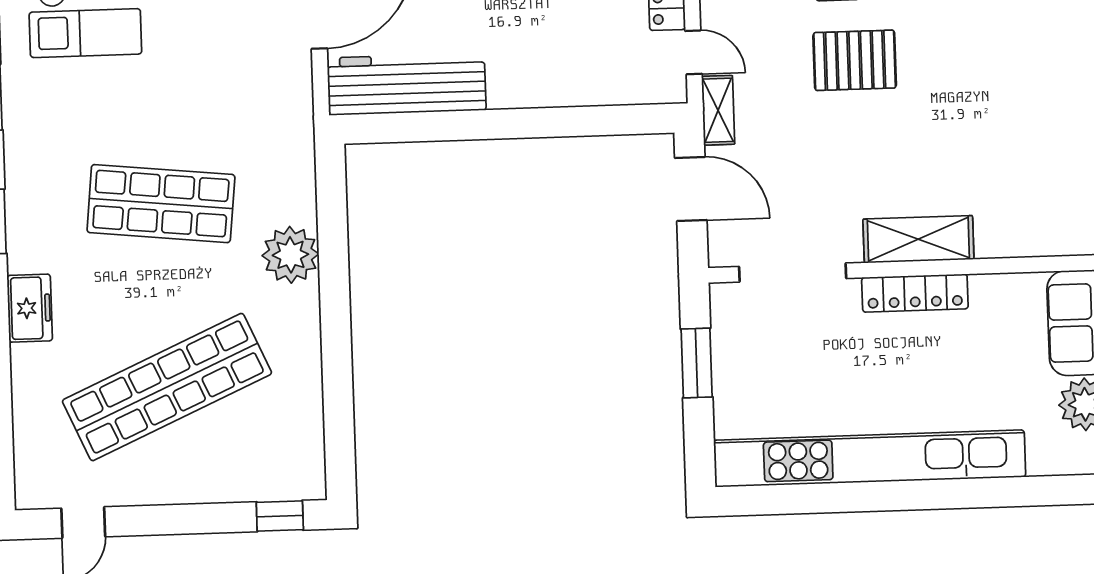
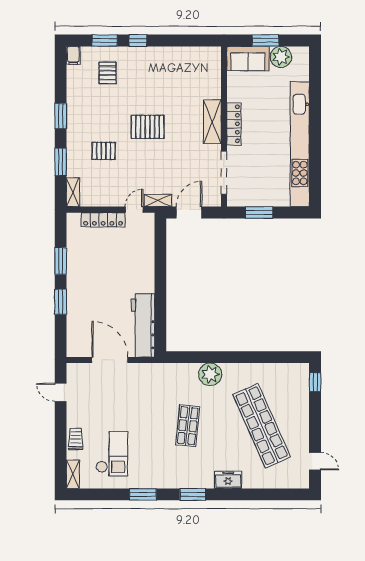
pallet: (855, 60) -> (148, 127), moved, turned 90
shop shelf: (161, 204) -> (188, 426), width x0.70, depth x0.74

